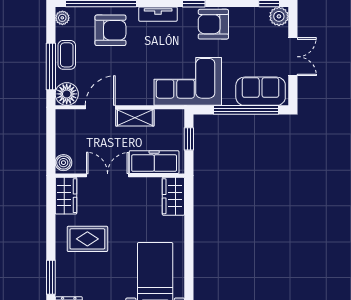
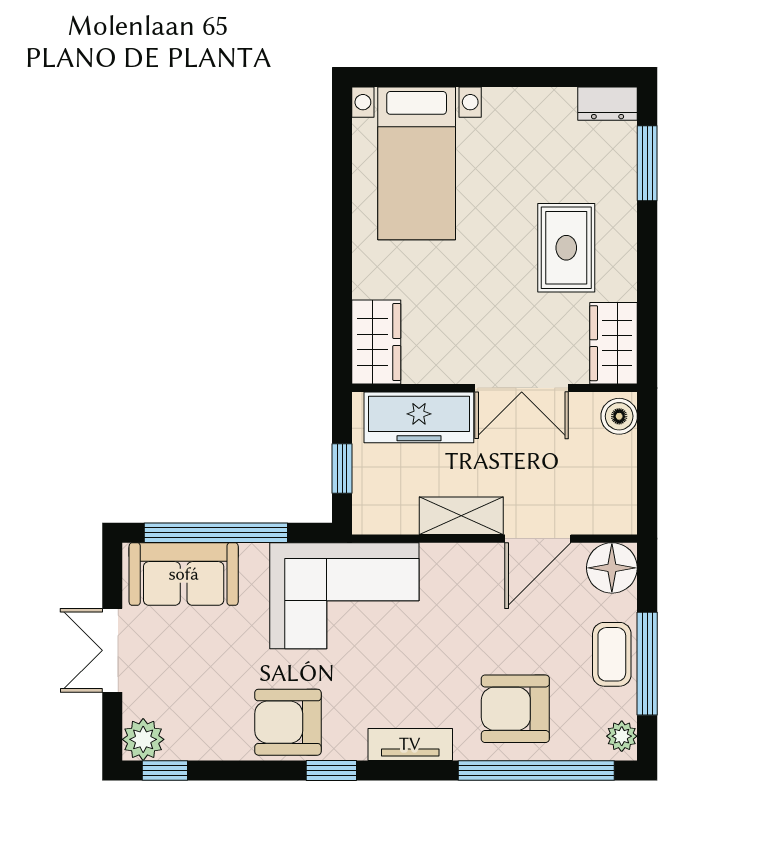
armchair: (213, 24) -> (288, 722), turned 180
window: (51, 66) -> (647, 664), moved
rug: (87, 239) -> (566, 248), turned 90

